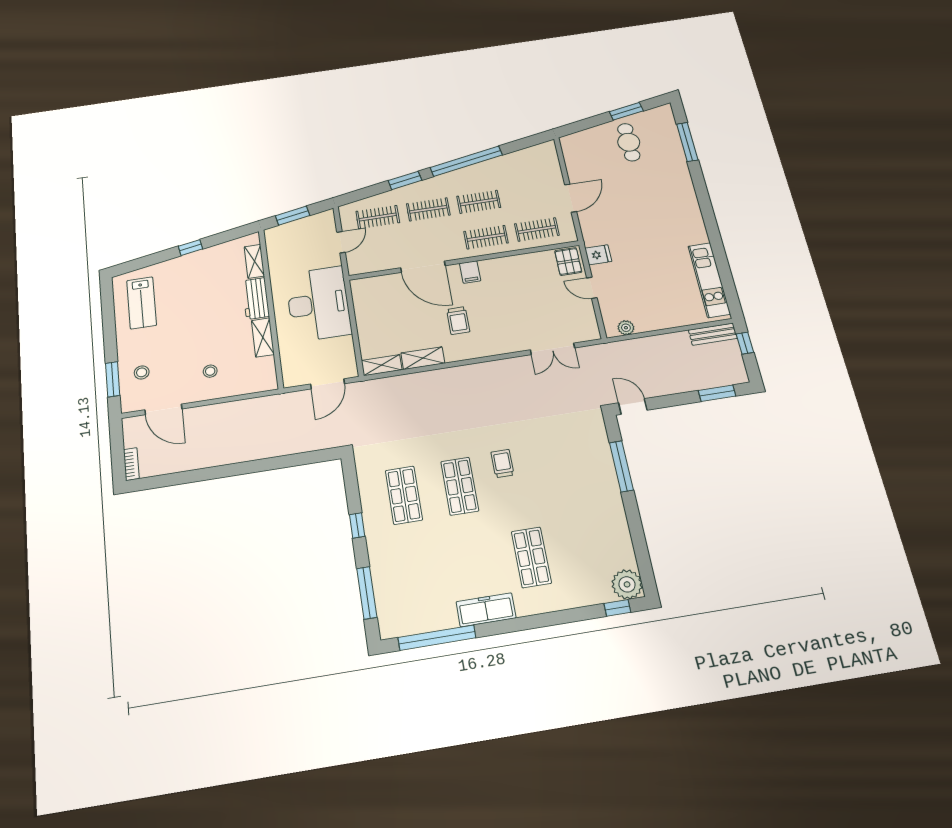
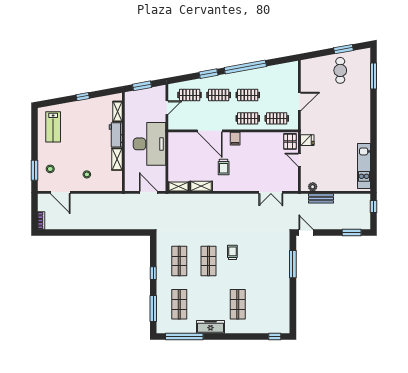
bench: (713, 334) -> (321, 198), moved
door: (328, 384) -> (148, 192), swing flipped
shop shelf: (417, 576) -> (179, 304), added
plant: (627, 584) -> (282, 326), removed

